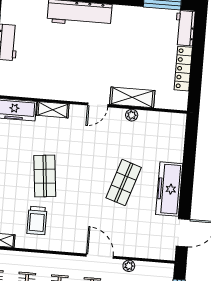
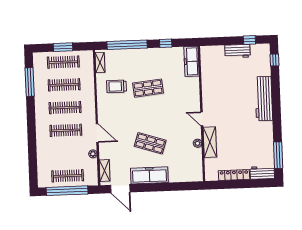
shelving: (53, 110) -> (105, 171), moved
door: (100, 256) -> (97, 133), hinge flipped

